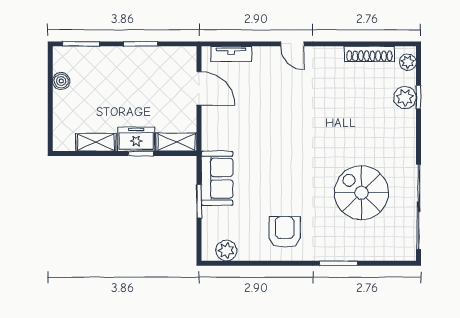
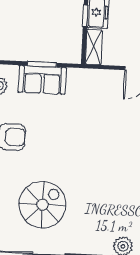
sofa: (217, 178) -> (42, 80), moved

